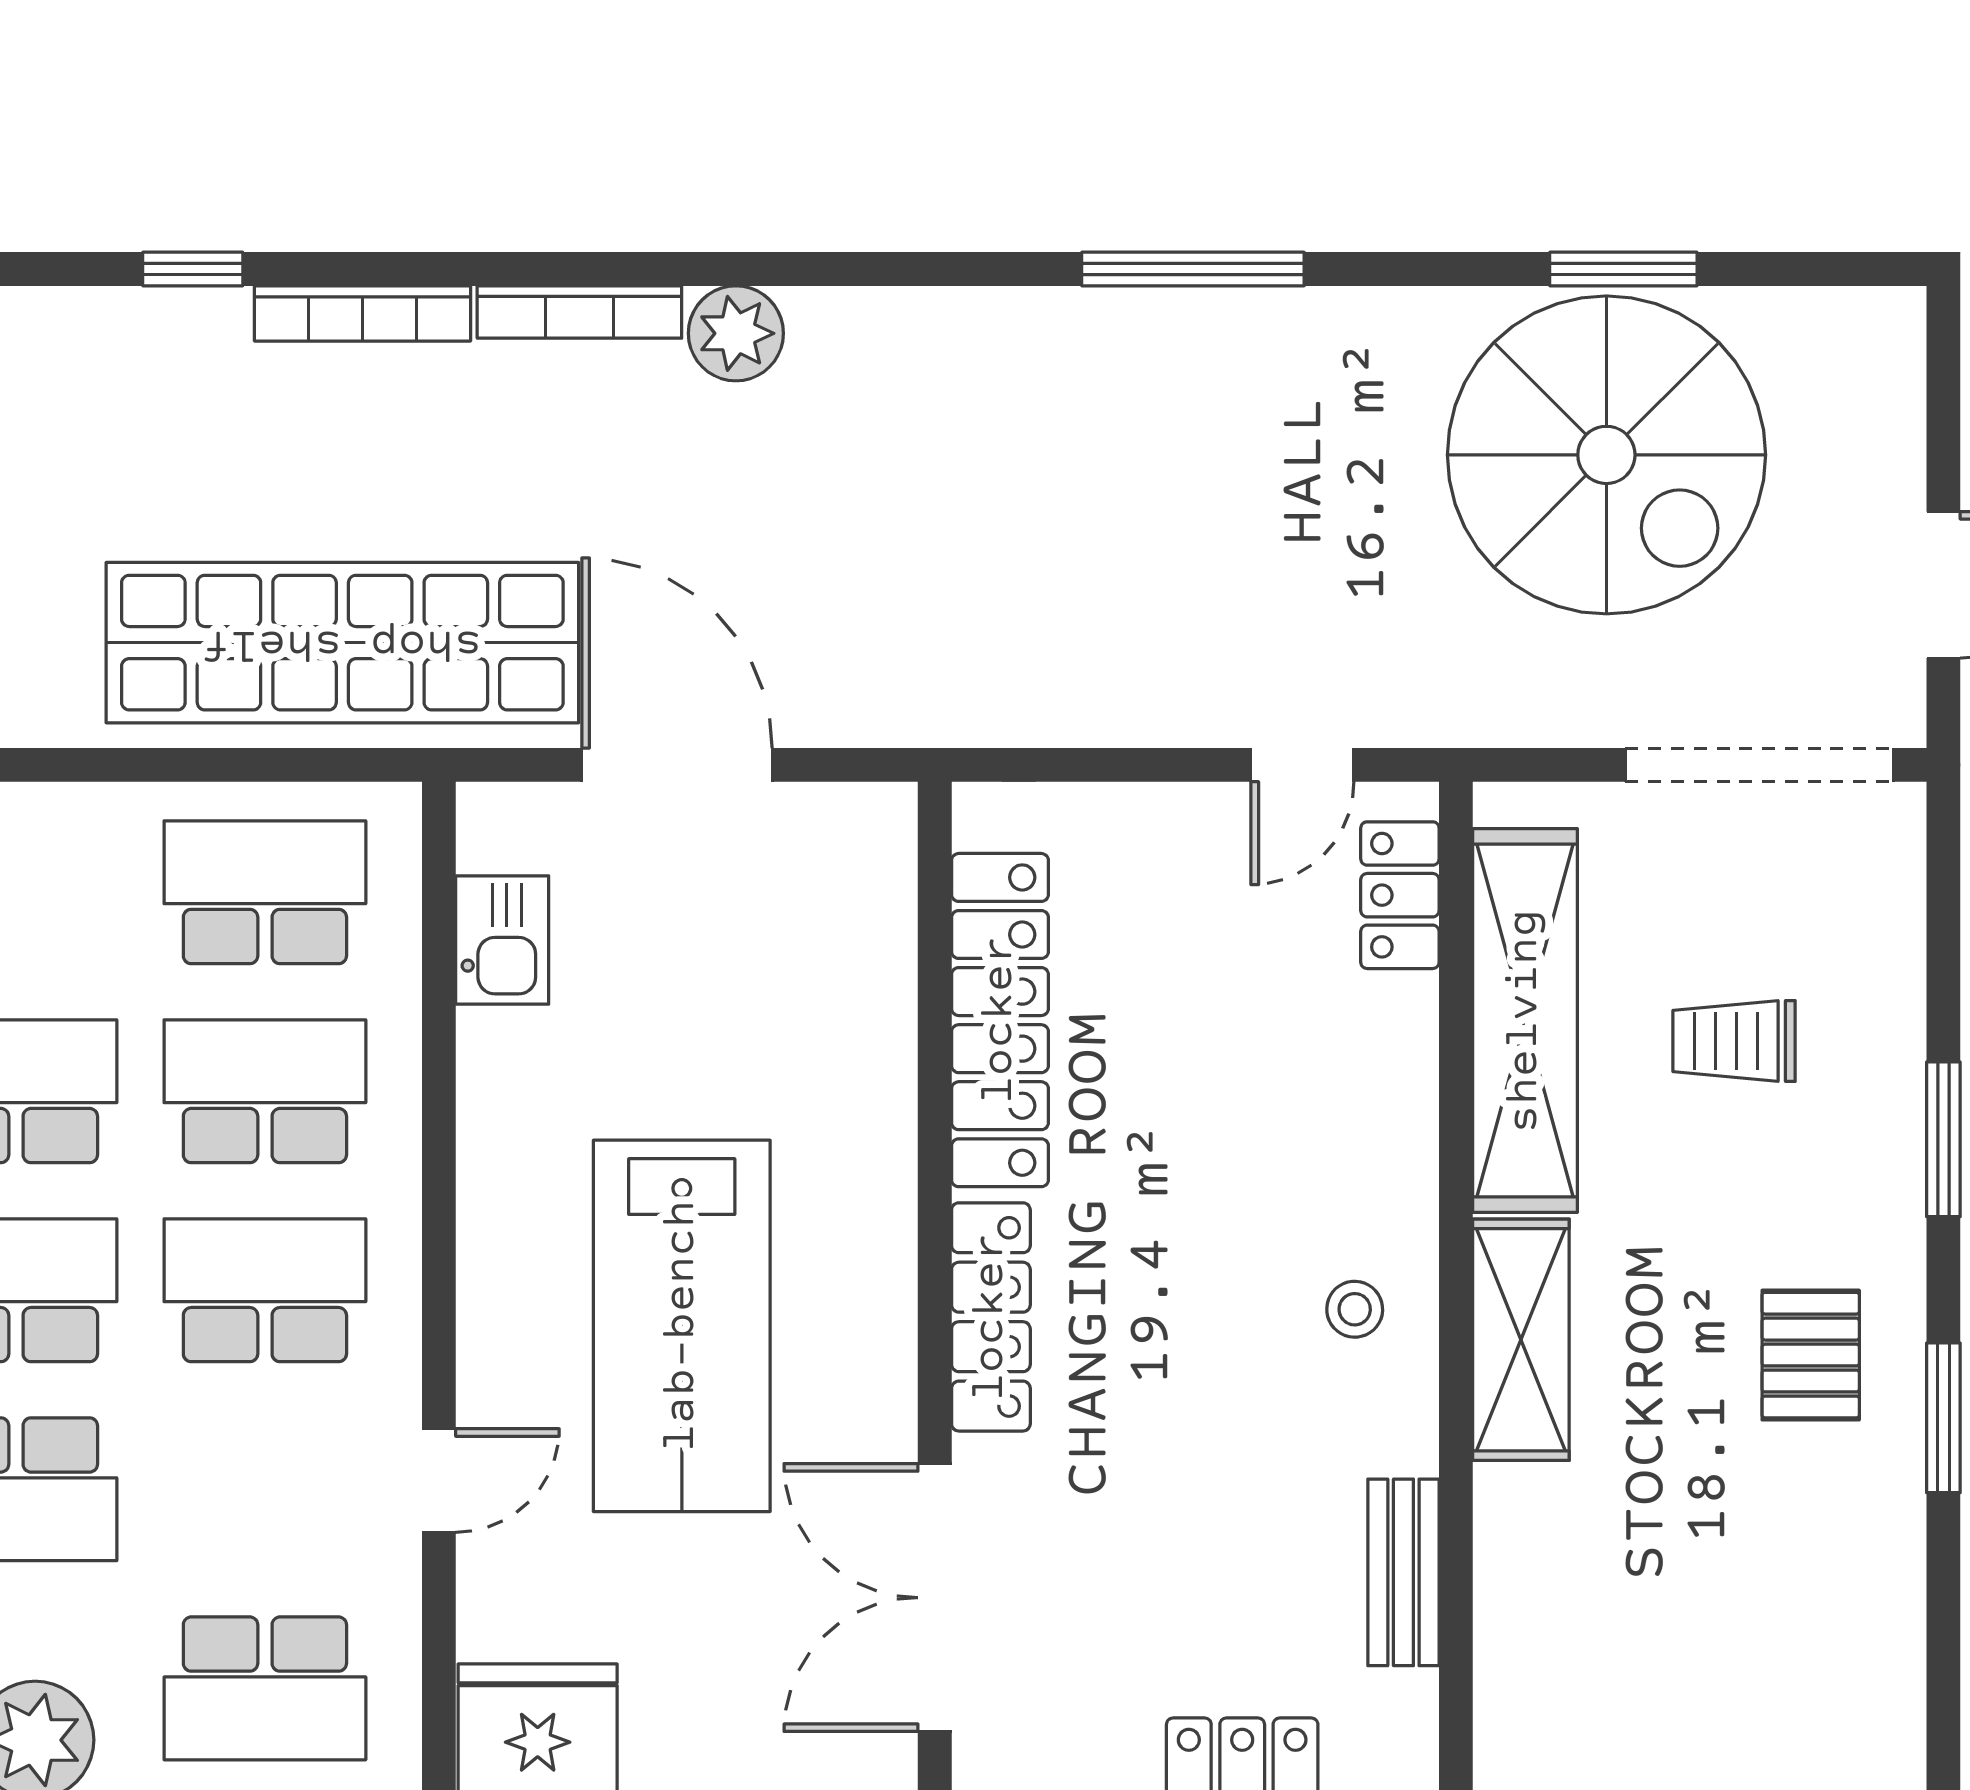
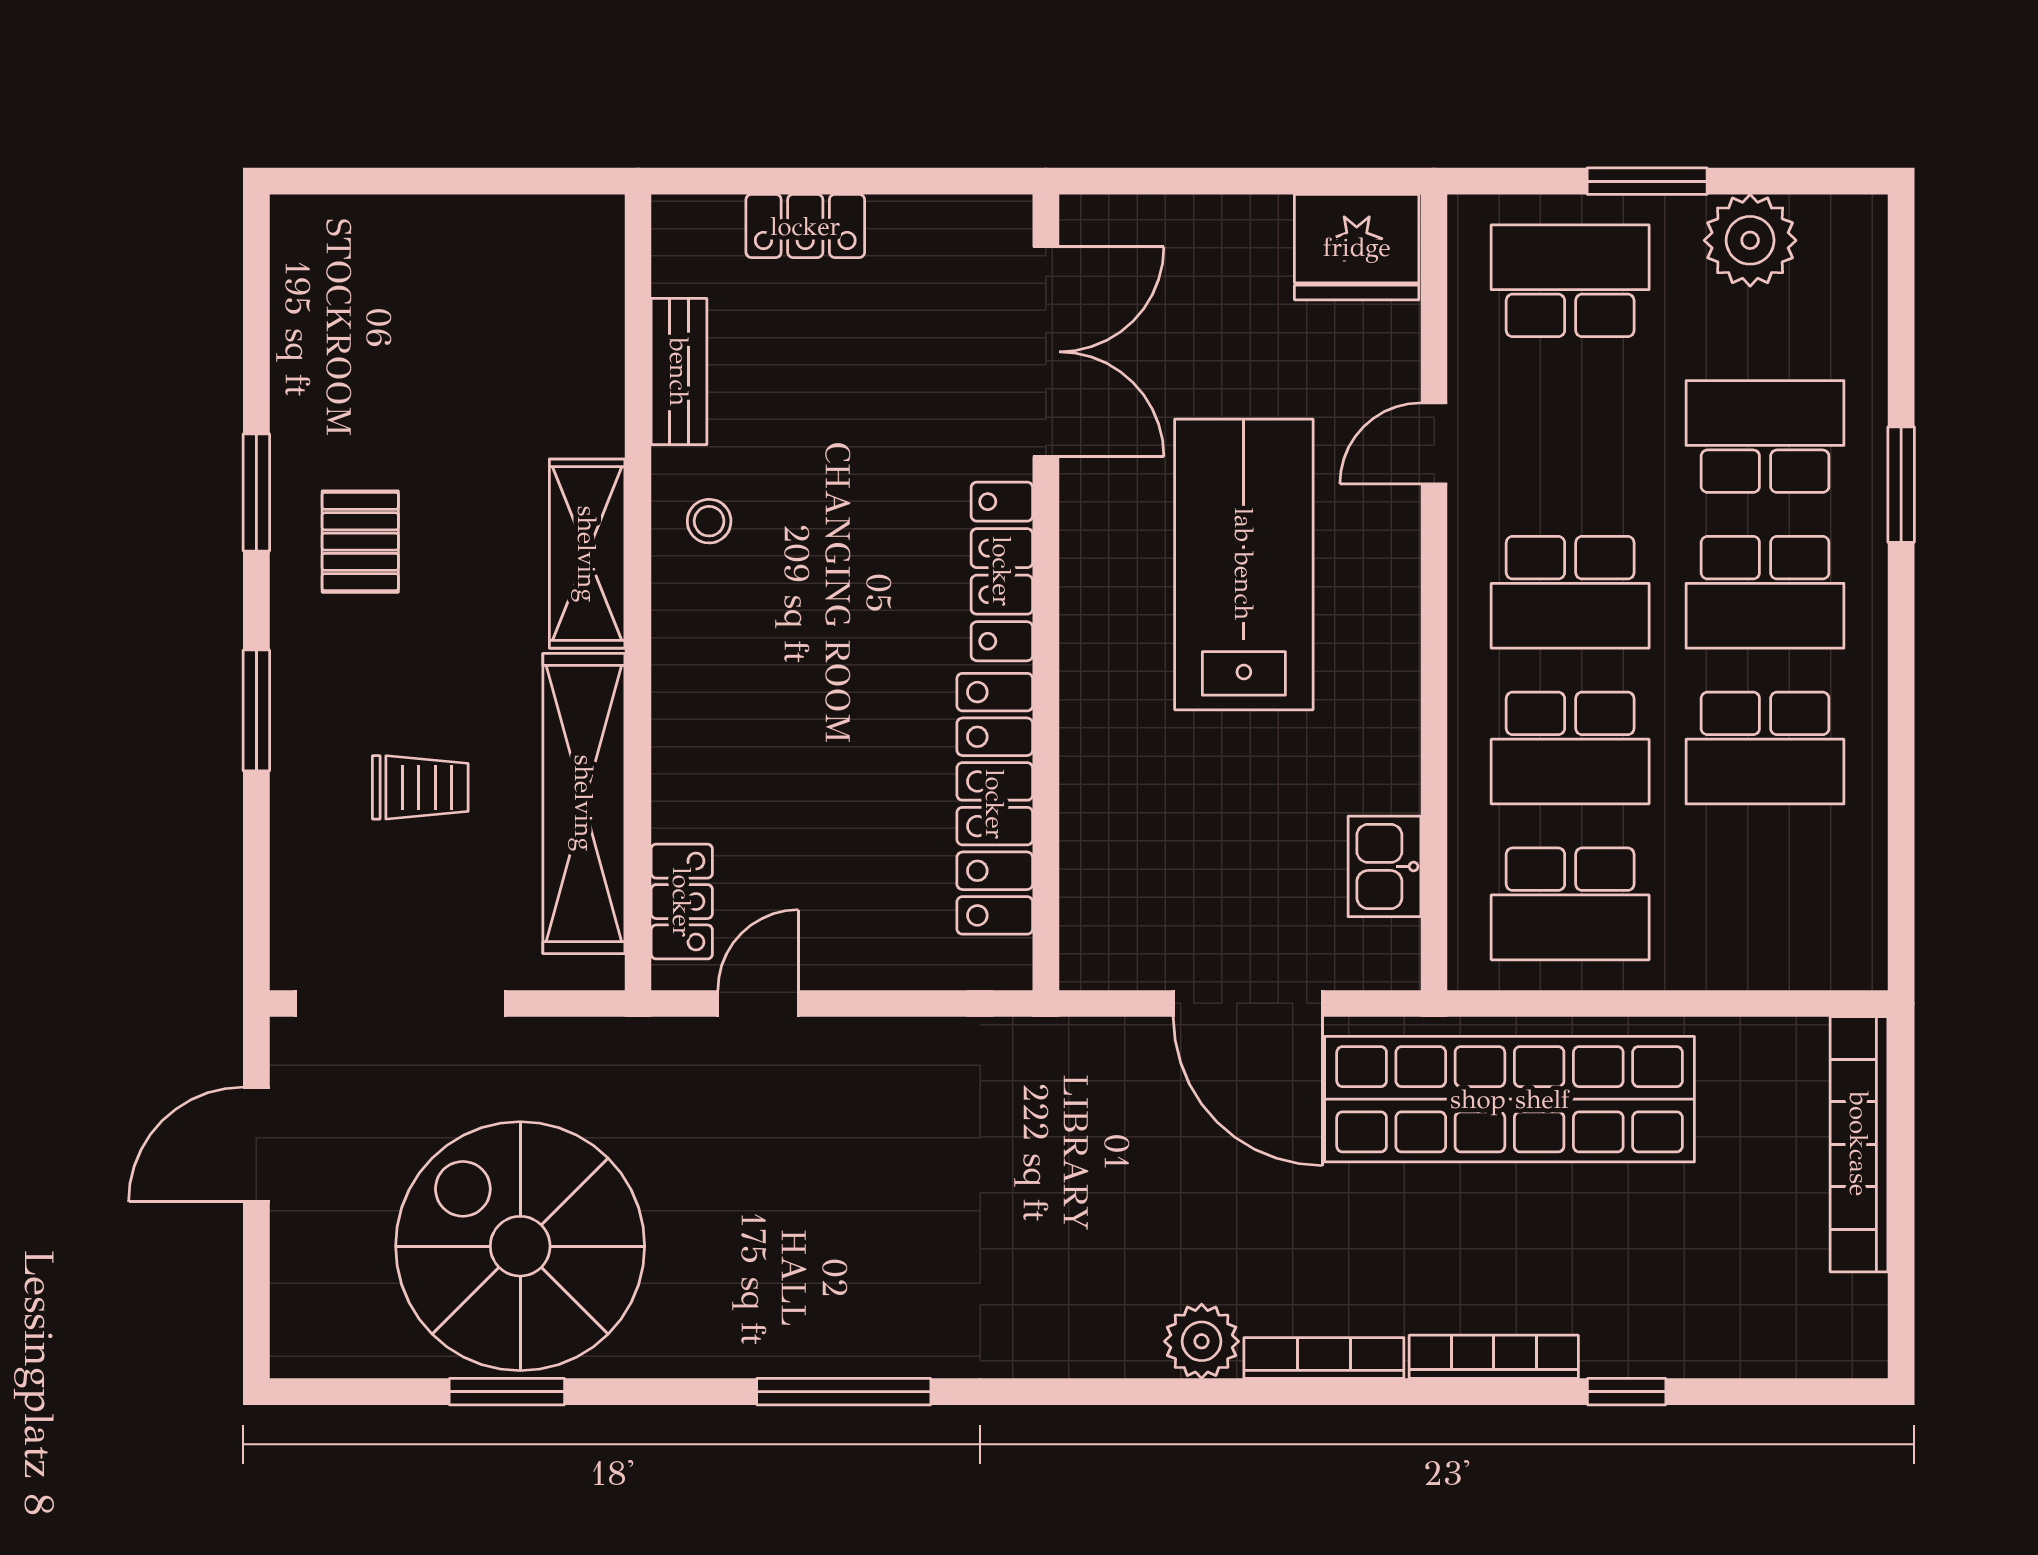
stool: (1355, 1309) -> (709, 521), moved

